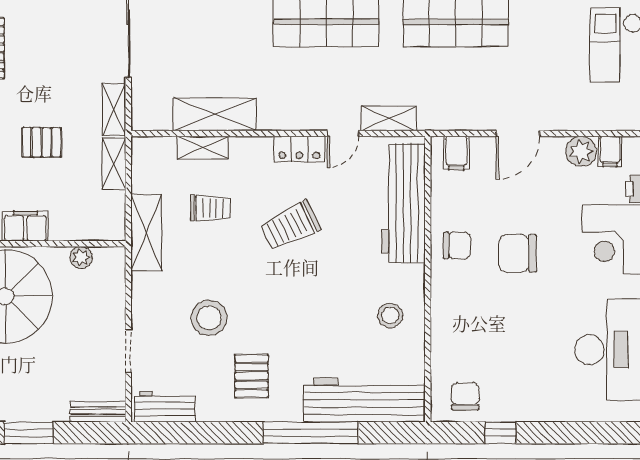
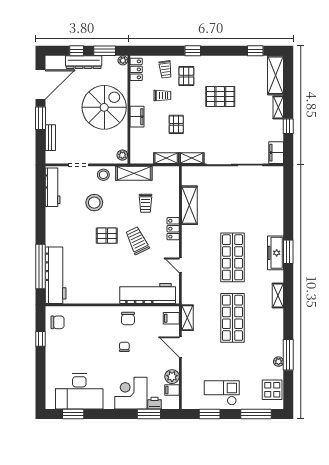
shelving: (389, 118) -> (187, 318), moved
shelving: (203, 148) -> (174, 200), removed
locker: (299, 149) -> (173, 229), moved
chair: (518, 253) -> (124, 347), width x0.54, depth x0.54
plant: (81, 257) -> (122, 155), moved
stool: (390, 315) -> (103, 175), moved
pallet: (252, 376) -> (107, 236), moved
workbench: (165, 407) -> (53, 187), width x1.38
bench: (98, 412) -> (50, 138), moved
window: (311, 433) -> (40, 266), moved

